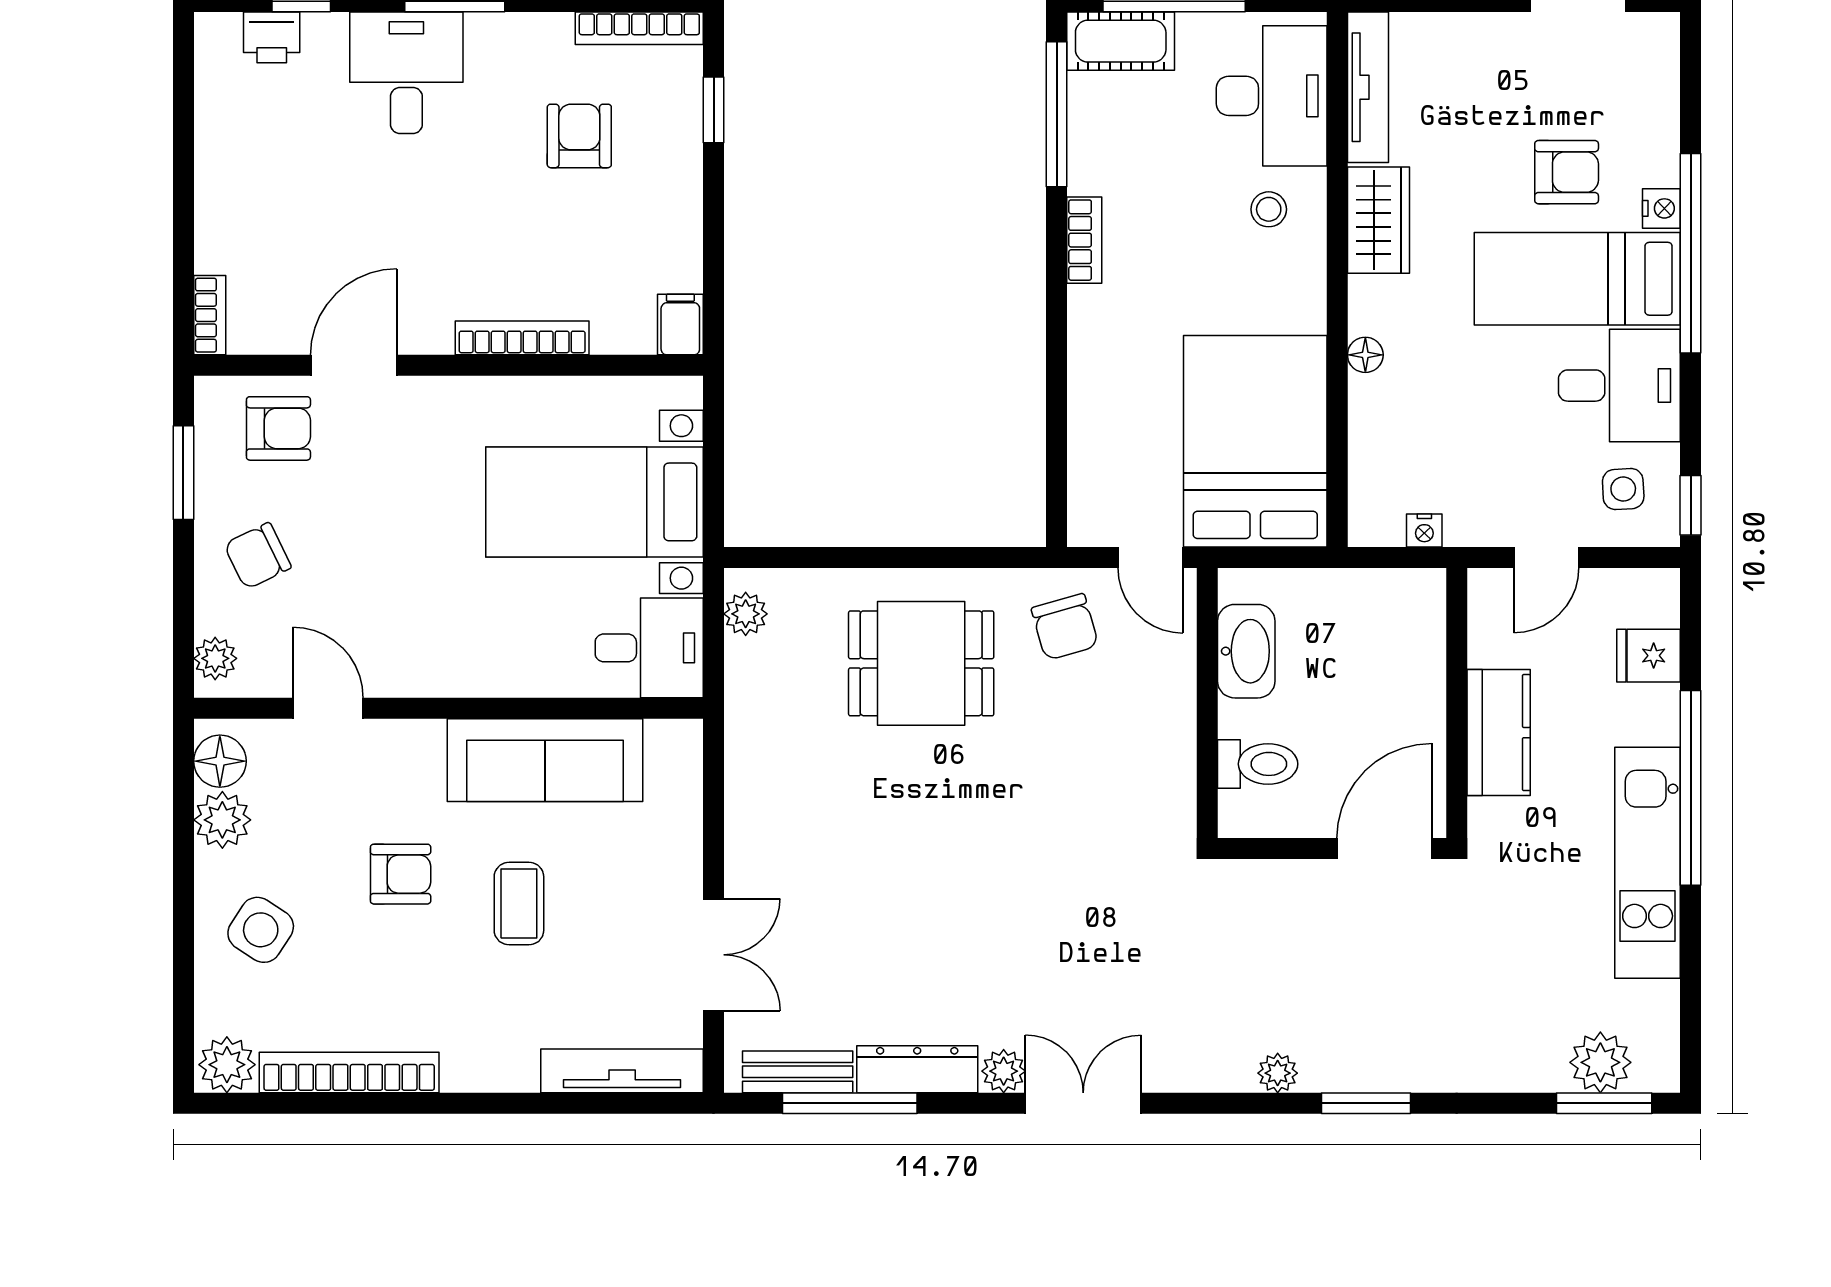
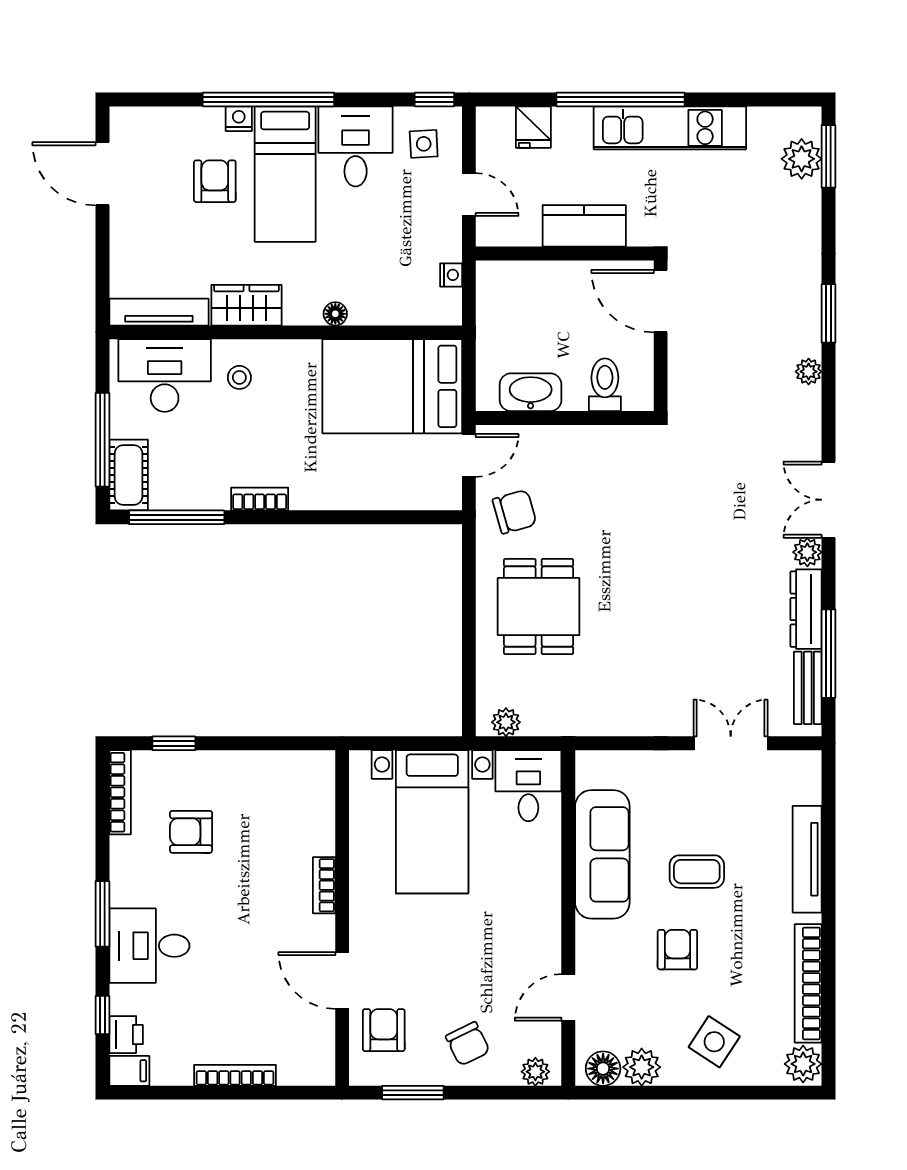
bookcase: (210, 315) -> (235, 1075), moved, width x1.56
filing cabinet: (680, 325) -> (129, 1071), moved, turned 180
bookcase: (522, 338) -> (324, 885), width x0.64
tv unit: (622, 1071) -> (807, 859), moved

